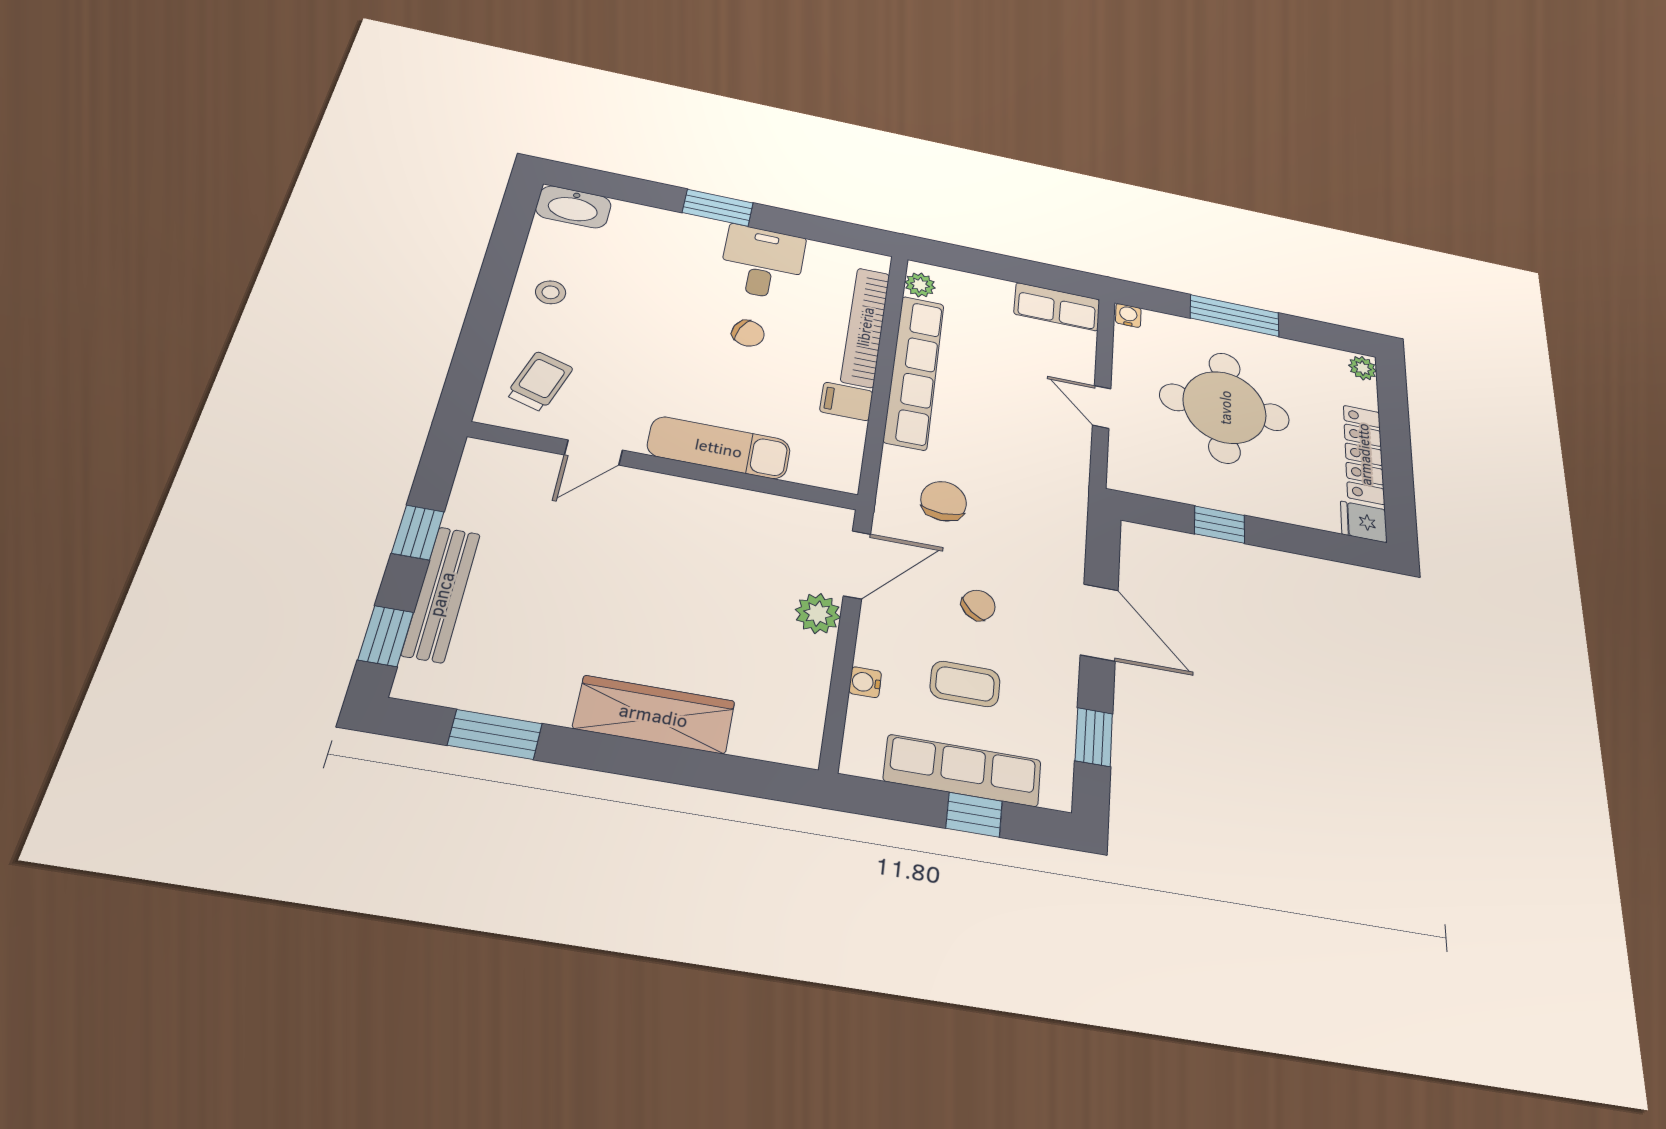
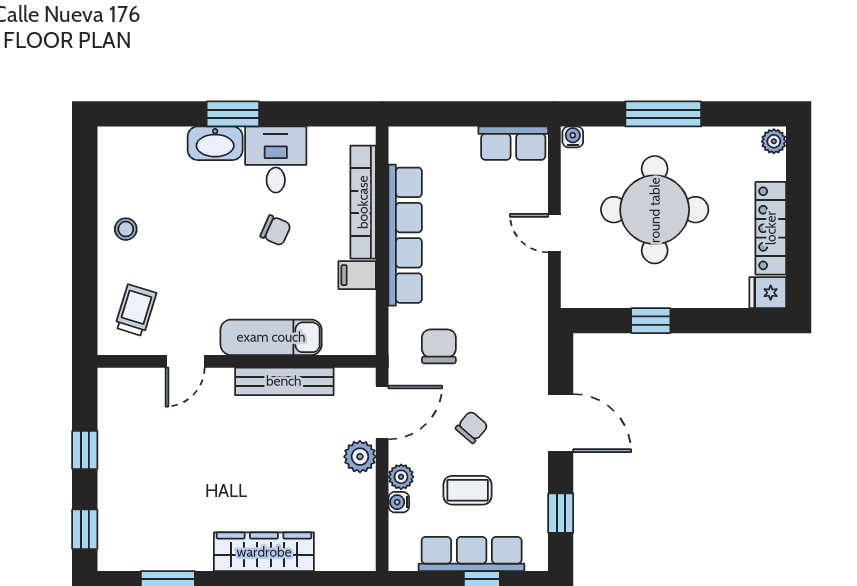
washbasin: (573, 207) -> (215, 143), moved
plant: (920, 285) -> (401, 477), moved
bench: (441, 594) -> (284, 381), moved, turned 90

